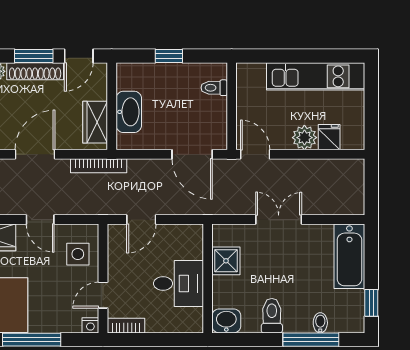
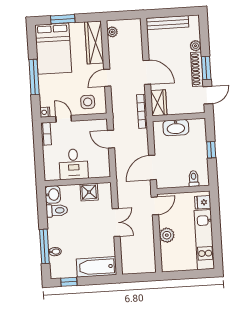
door: (79, 56) -> (208, 95), swing flipped
wardrobe: (95, 122) -> (159, 103), moved, turned 90
fridge: (329, 137) -> (203, 202), moved, turned 180
toilet: (272, 316) -> (57, 211), moved

